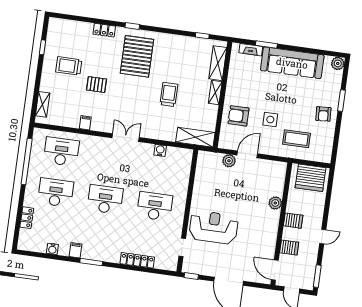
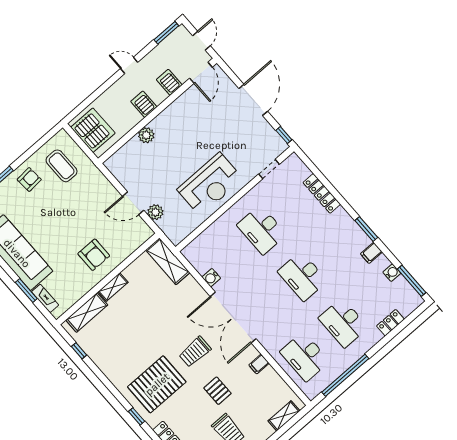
trolley: (169, 94) -> (195, 352), moved
armchair: (239, 116) -> (94, 255), moved
side table: (270, 120) -> (83, 217), removed
double door: (126, 138) -> (233, 318), width x1.87
coffee table: (297, 139) -> (62, 166), moved
reception desk: (214, 227) -> (210, 184), moved, turned -90
window: (36, 254) -> (412, 281), added

